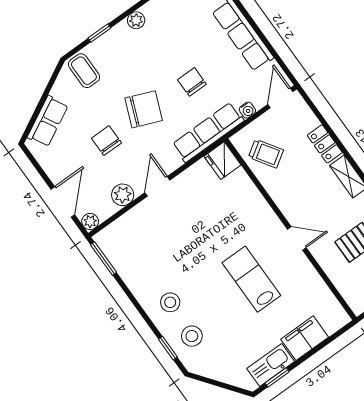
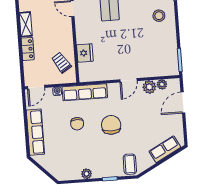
chair: (144, 109) -> (111, 125), turned 68
chair: (106, 141) -> (140, 120), removed
fridge: (222, 161) -> (85, 53), moved
plant: (90, 221) -> (162, 84), moved

